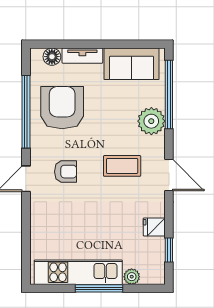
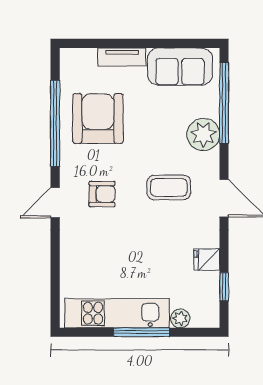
floor lamp: (52, 57) -> (86, 58), removed

